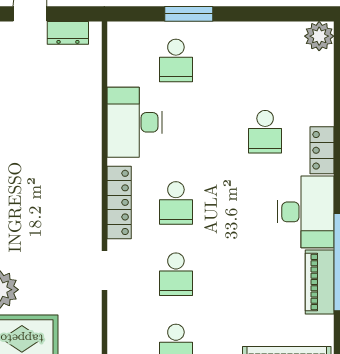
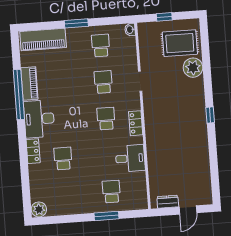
desk: (135, 122) -> (130, 158), width x0.73
locker: (119, 202) -> (136, 123), width x0.66

